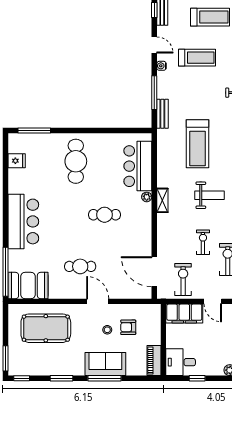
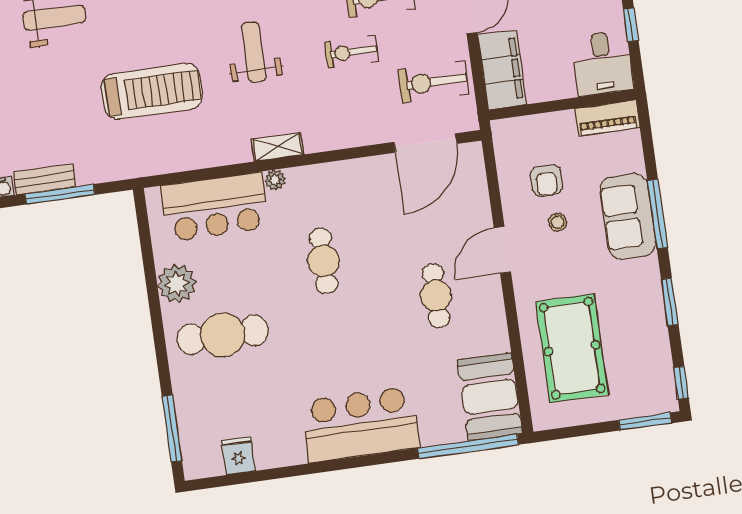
bench: (162, 114) -> (45, 179), moved
plant: (103, 143) -> (177, 284), added

